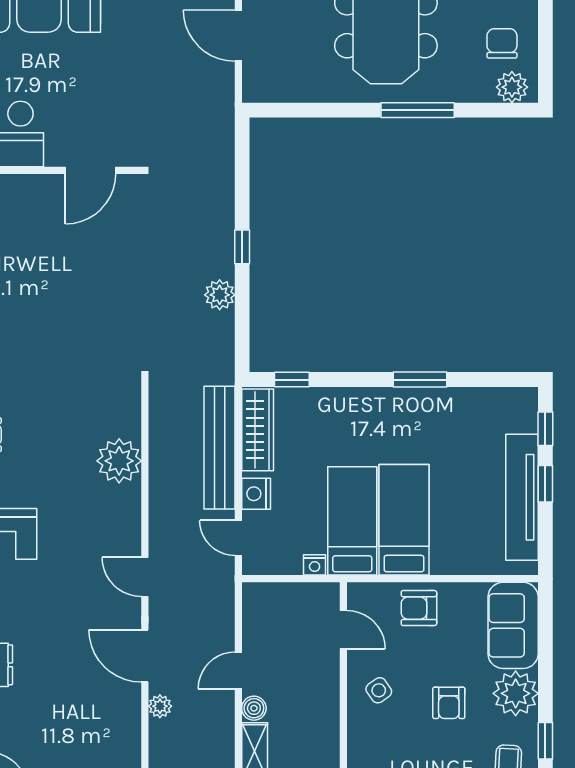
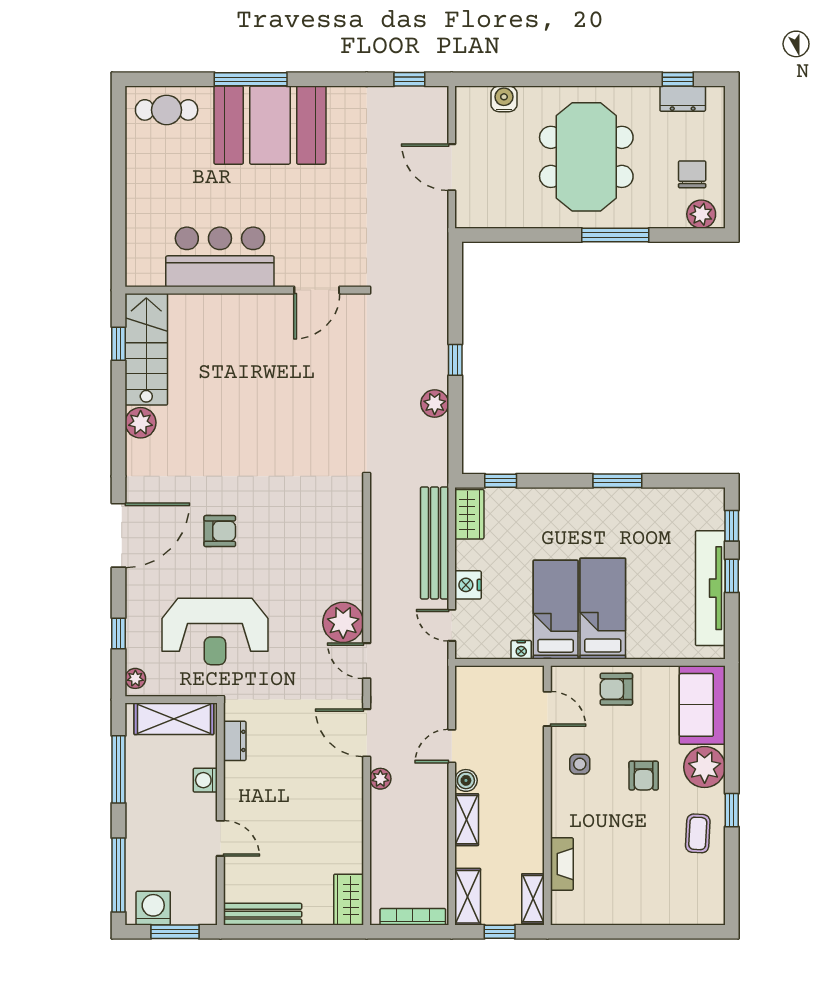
wardrobe: (258, 430) -> (469, 514), width x0.67
plant: (119, 461) -> (343, 622), moved
side table: (379, 690) -> (580, 764), turned 35

